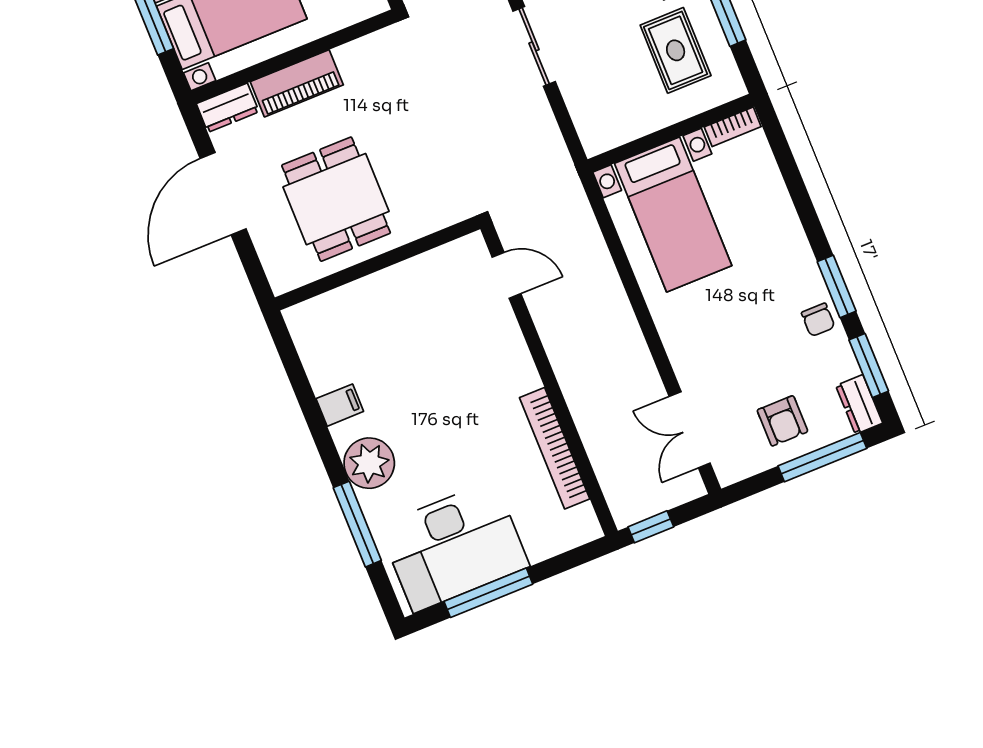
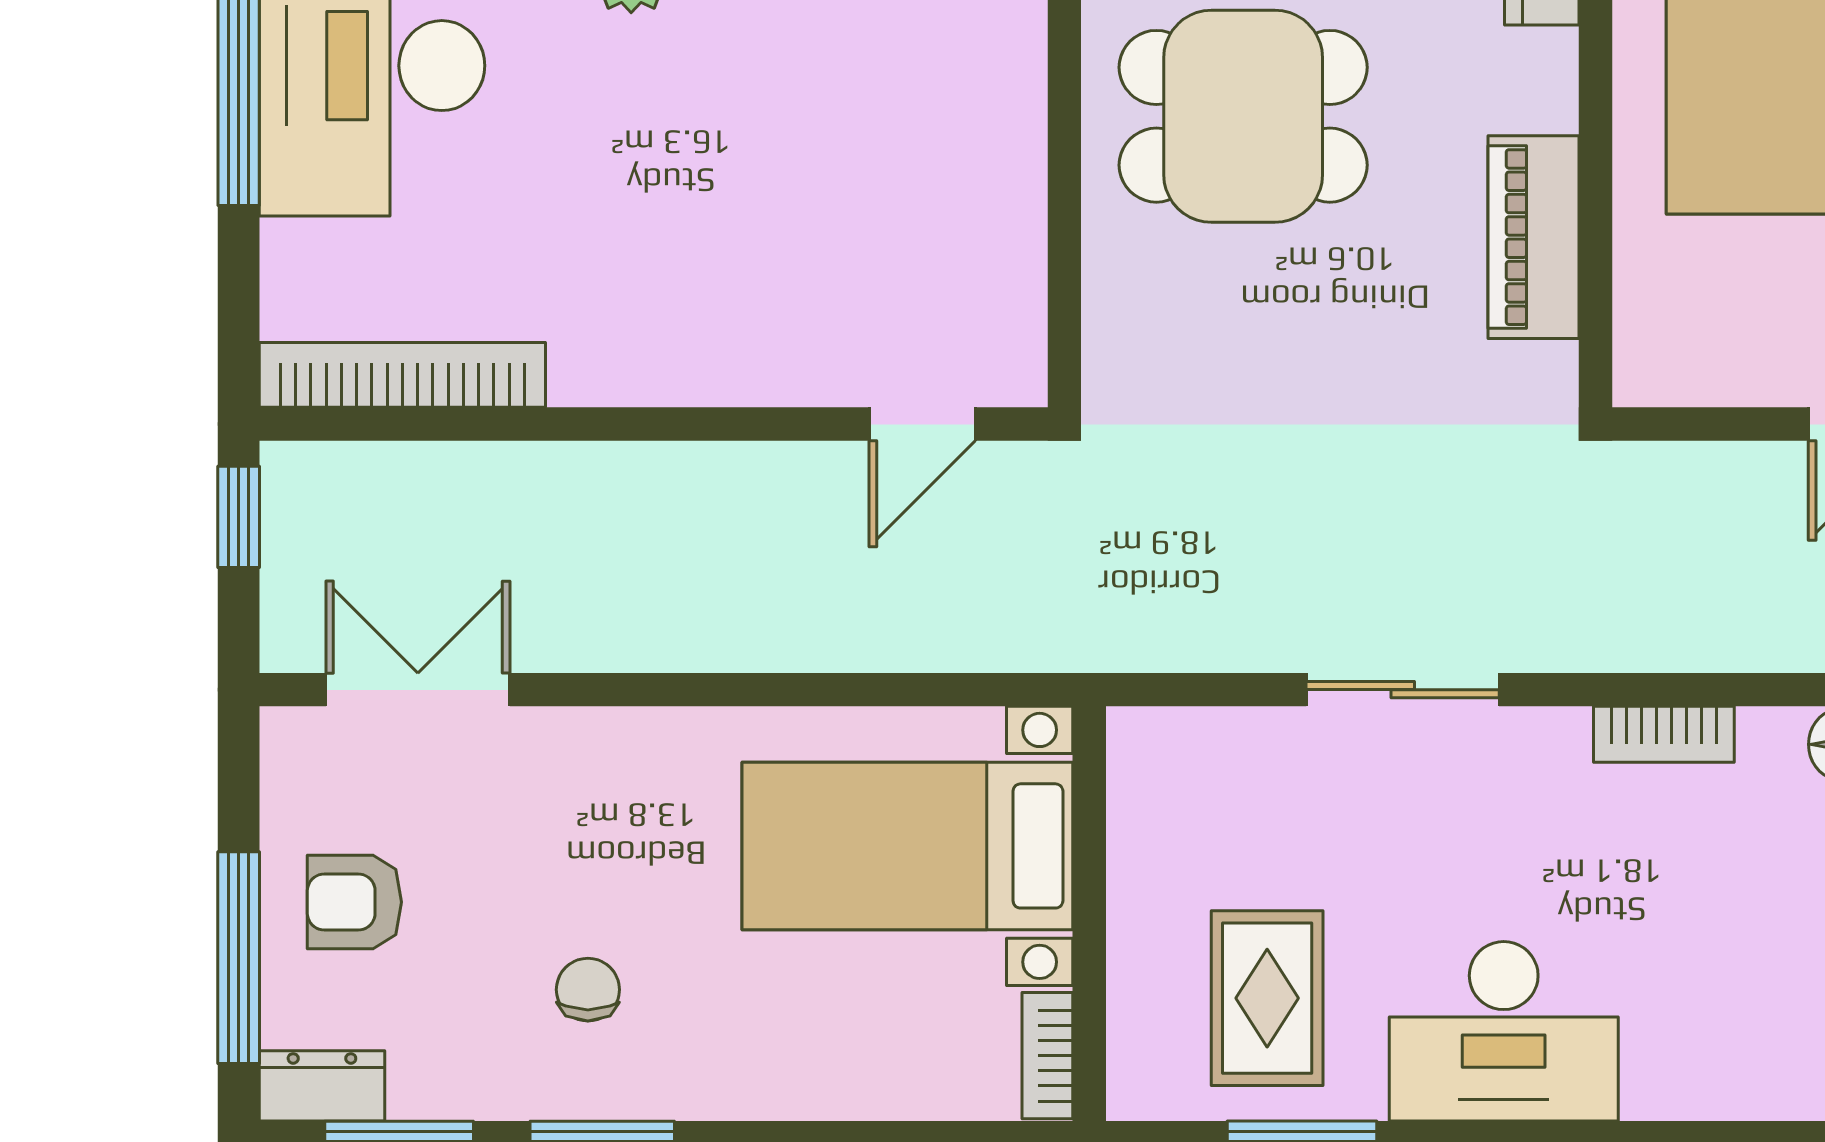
rug: (676, 50) -> (1267, 998), turned 90
piano: (297, 83) -> (1534, 237), moved
chair: (818, 320) -> (588, 990), moved, turned 90
bookcase: (555, 448) -> (402, 375), moved

